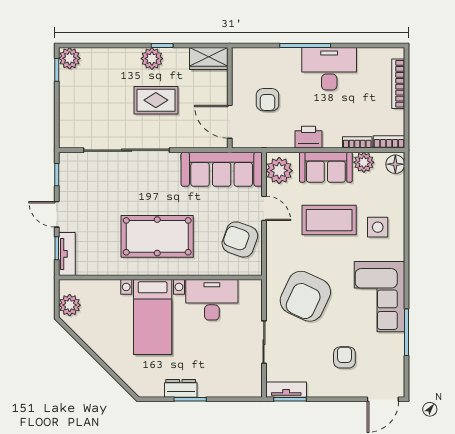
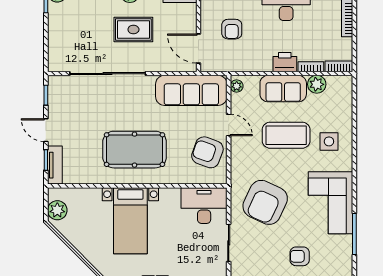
printer: (309, 137) -> (285, 62), moved
floor lamp: (395, 164) -> (344, 86), removed
plant: (279, 171) -> (237, 86), width x0.53, depth x0.53
desk: (212, 300) -> (204, 206), moved
armchair: (344, 357) -> (300, 256), turned -90

